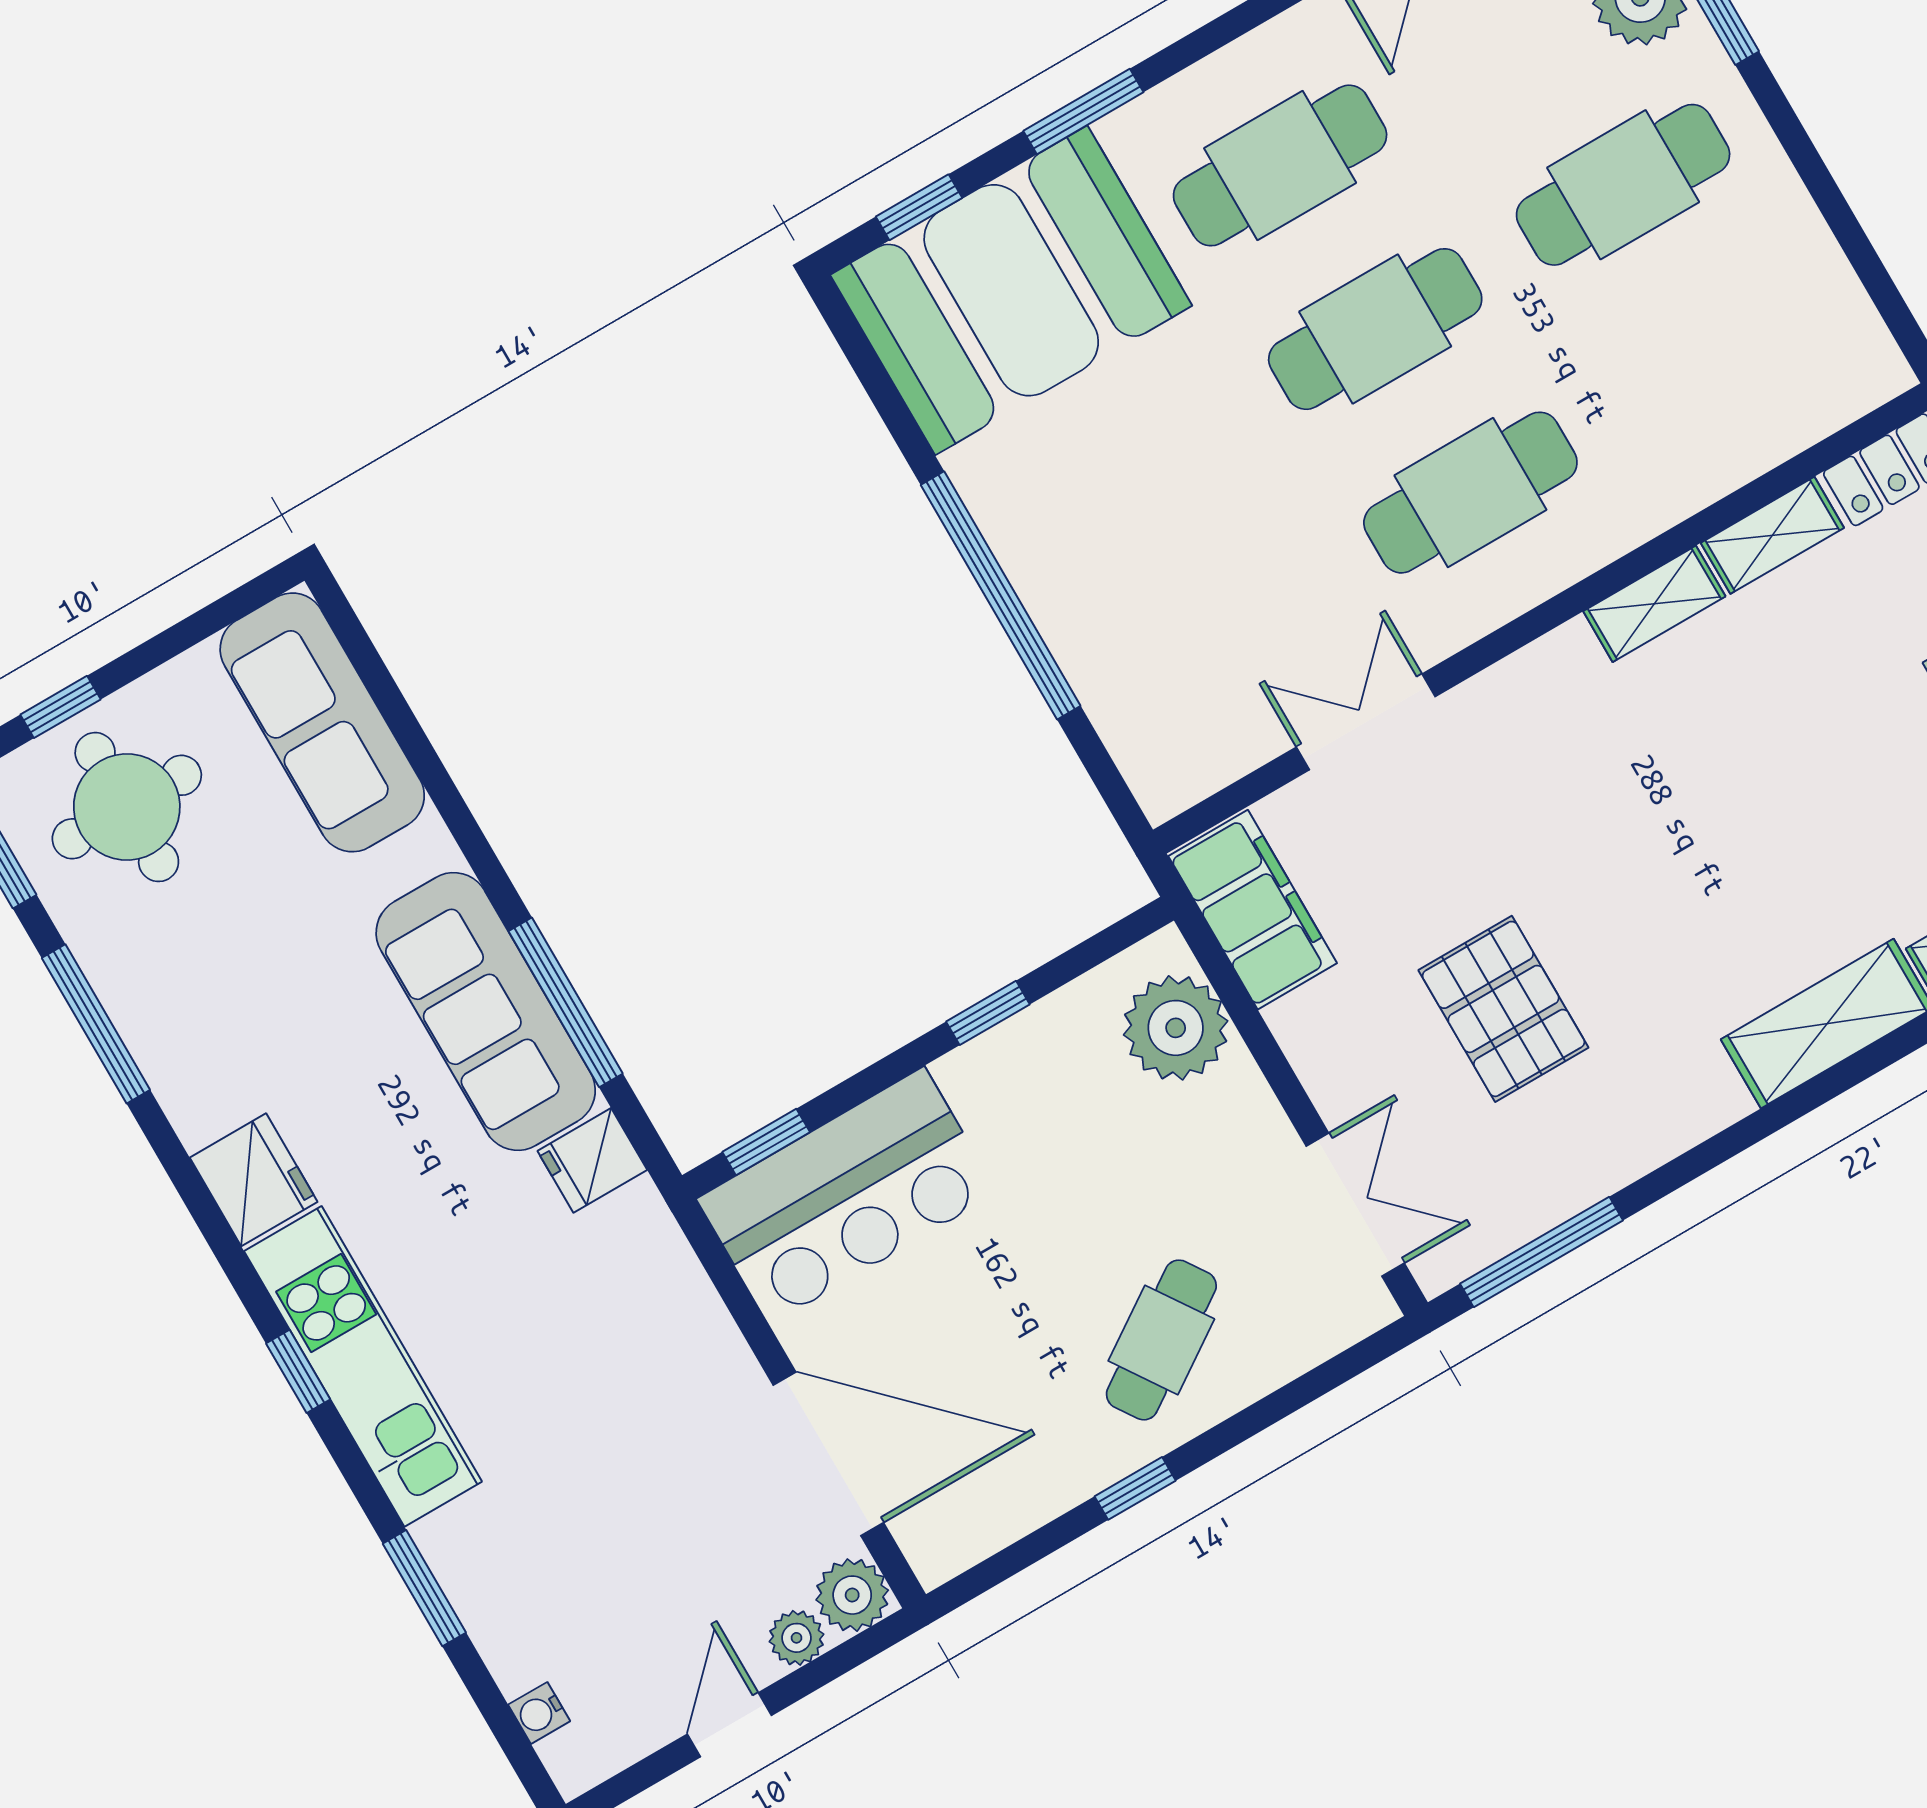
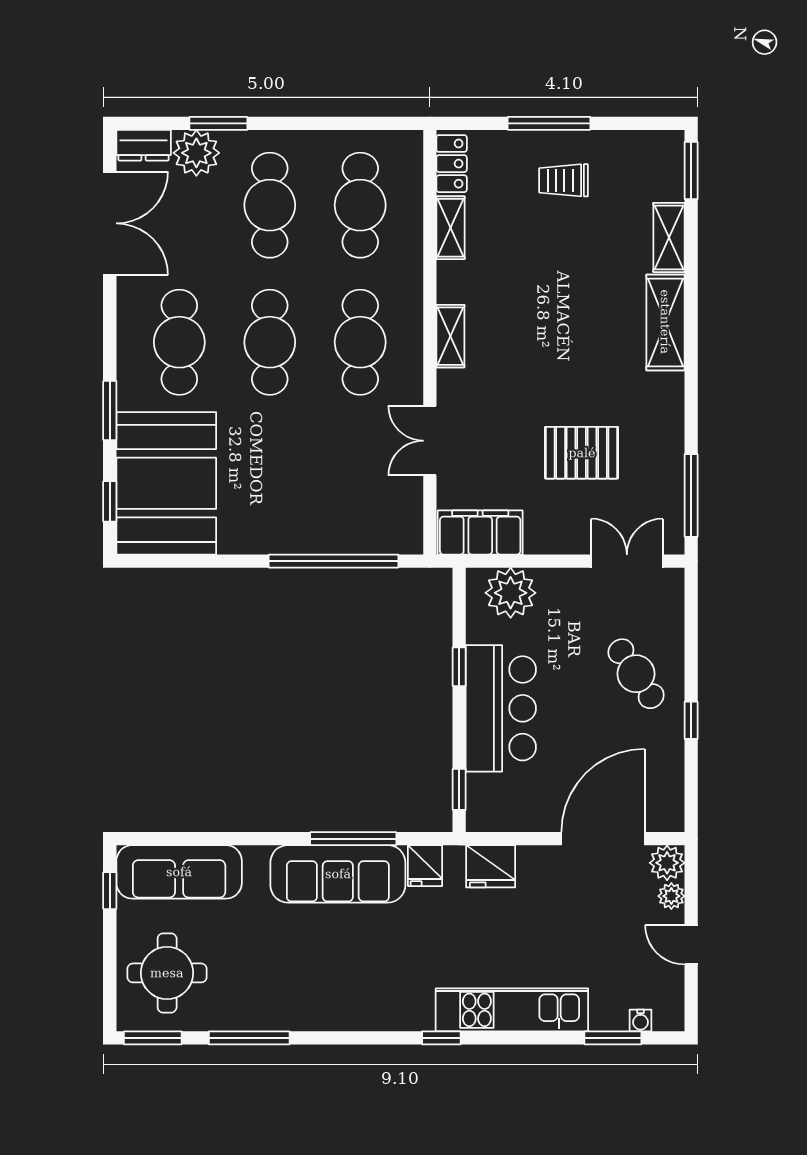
cafe table: (1718, 348) -> (360, 205), added
window: (1001, 595) -> (334, 561), moved
shelving: (1654, 604) -> (450, 336), moved
window: (60, 707) -> (110, 891), moved
fridge: (254, 1180) -> (491, 866), moved, turned 180
bar counter: (847, 1196) -> (501, 708), moved
kitchen unit: (363, 1366) -> (512, 1010), moved
window: (424, 1588) -> (613, 1038), moved

